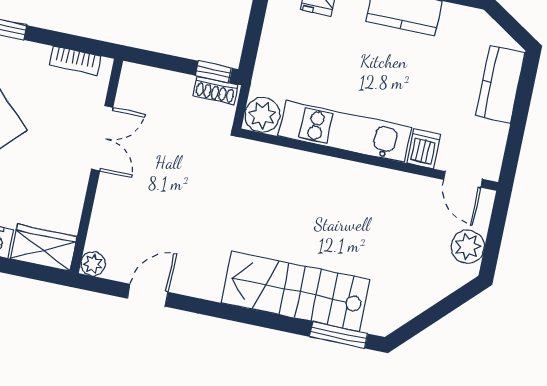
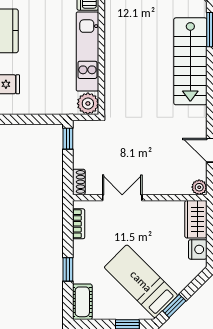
shoe rack: (215, 90) -> (79, 182), moved

